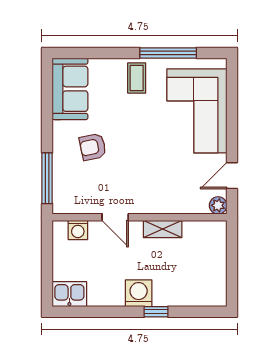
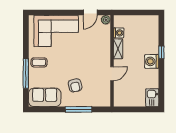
window: (168, 53) -> (26, 73), moved
door: (232, 176) -> (90, 13), hinge flipped
window: (47, 178) -> (79, 109), moved
washing machine: (78, 230) -> (119, 33), moved

